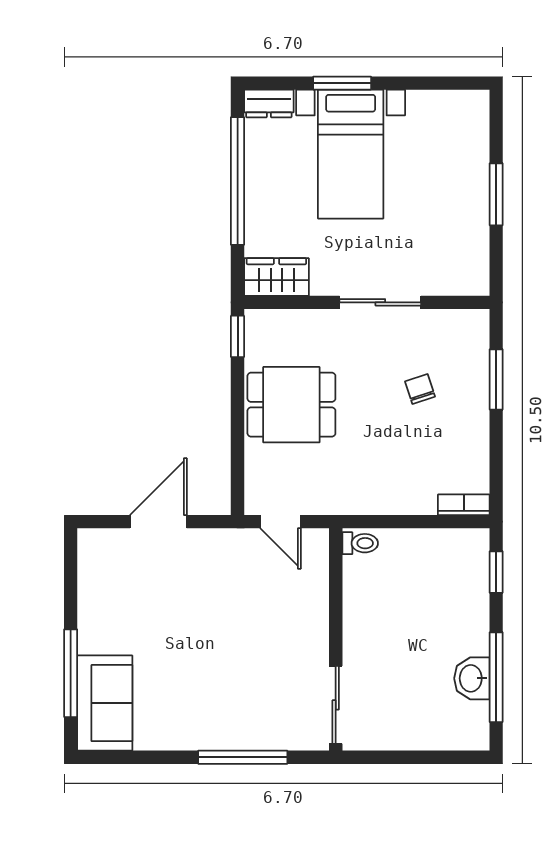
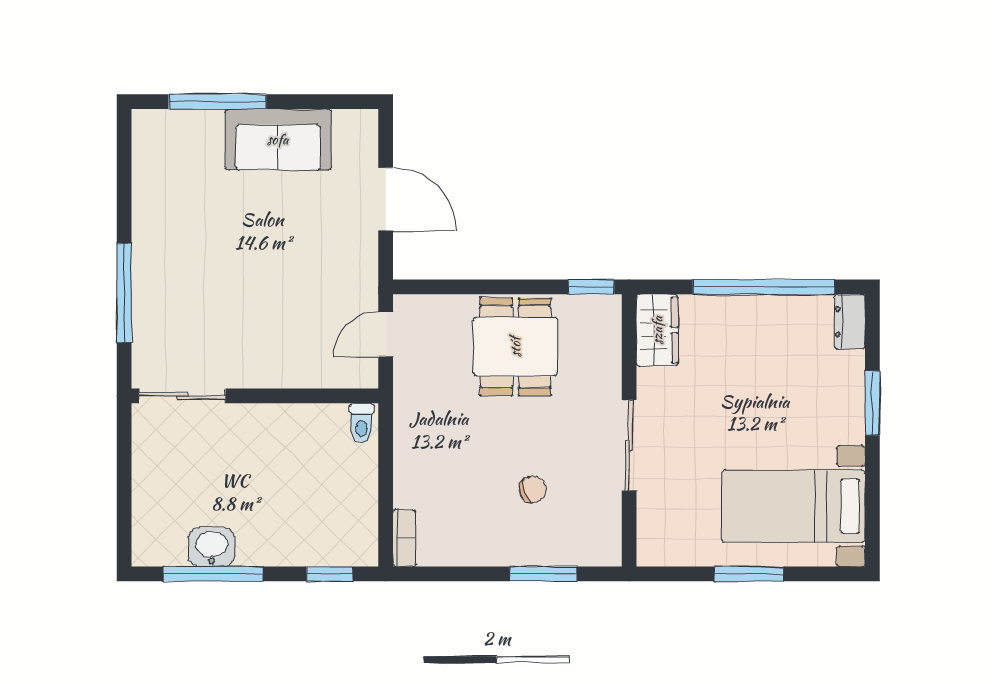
bed with nightstands: (351, 154) -> (794, 506), moved
sofa: (105, 703) -> (278, 139), moved

